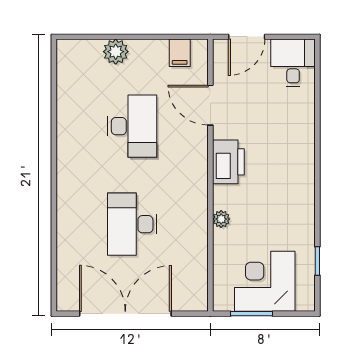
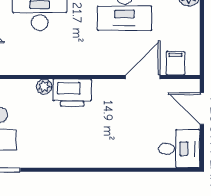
filing cabinet: (180, 53) -> (175, 63), moved, turned 90
printer: (228, 162) -> (72, 93), moved

